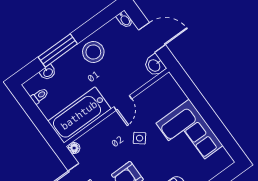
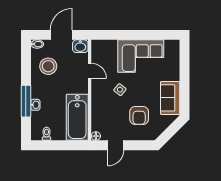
stool: (93, 52) -> (48, 66), moved
washbasin: (48, 72) -> (35, 105), moved
door: (123, 103) -> (90, 71), moved

